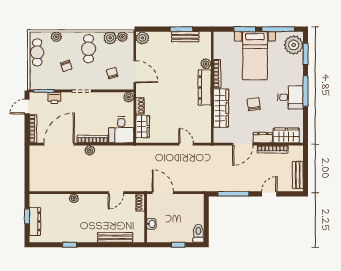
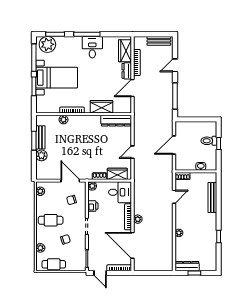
plant: (110, 38) -> (41, 202), removed
plant: (142, 38) -> (41, 155), moved
door: (135, 72) -> (70, 181), hinge flipped
dresser: (205, 88) -> (116, 121), moved
printer: (54, 98) -> (93, 206), moved
chair: (254, 104) -> (98, 79), removed
wardrobe: (221, 108) -> (102, 107), width x0.67
door: (186, 144) -> (132, 152), moved
door: (243, 144) -> (132, 88), swing flipped
door: (116, 193) -> (174, 197), hinge flipped
door: (163, 193) -> (174, 145), moved
door: (269, 194) -> (175, 65), hinge flipped
dresser: (35, 221) -> (187, 266), moved
toilet: (198, 233) -> (209, 141), moved

